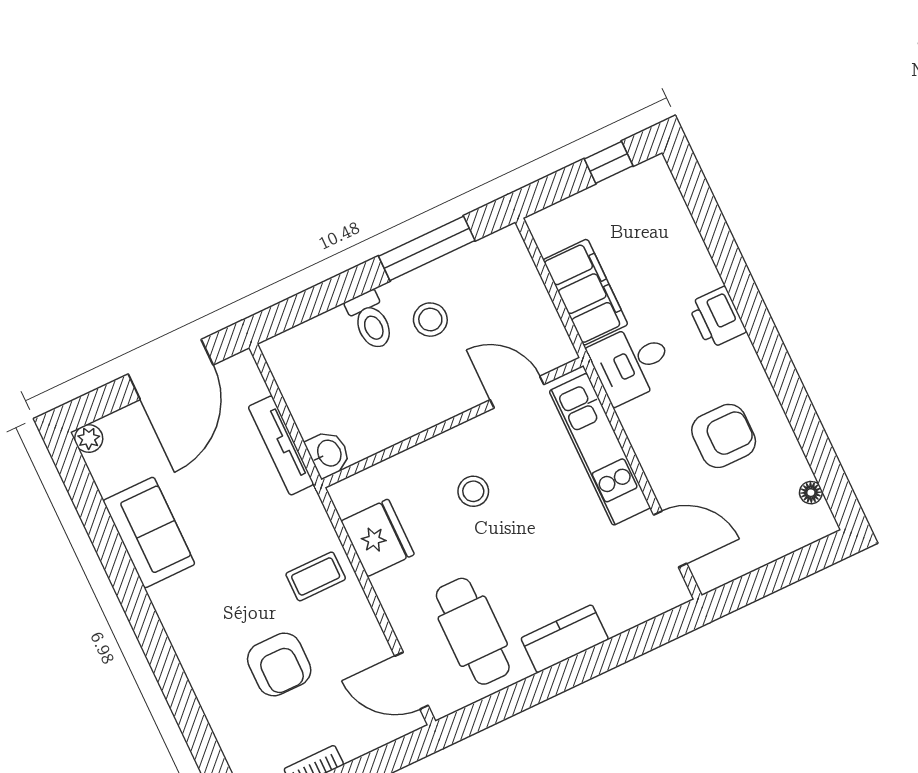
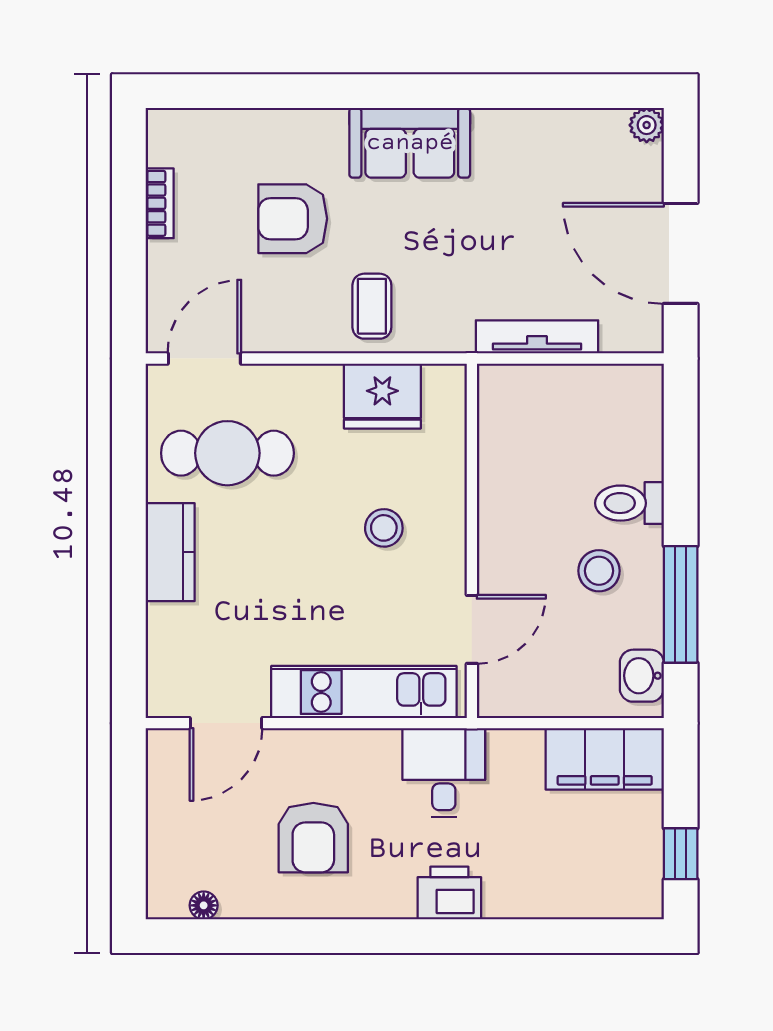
filing cabinet: (585, 292) -> (605, 759), moved
washbasin: (328, 454) -> (642, 676), moved, turned 90
sofa: (149, 532) -> (410, 143), moved

